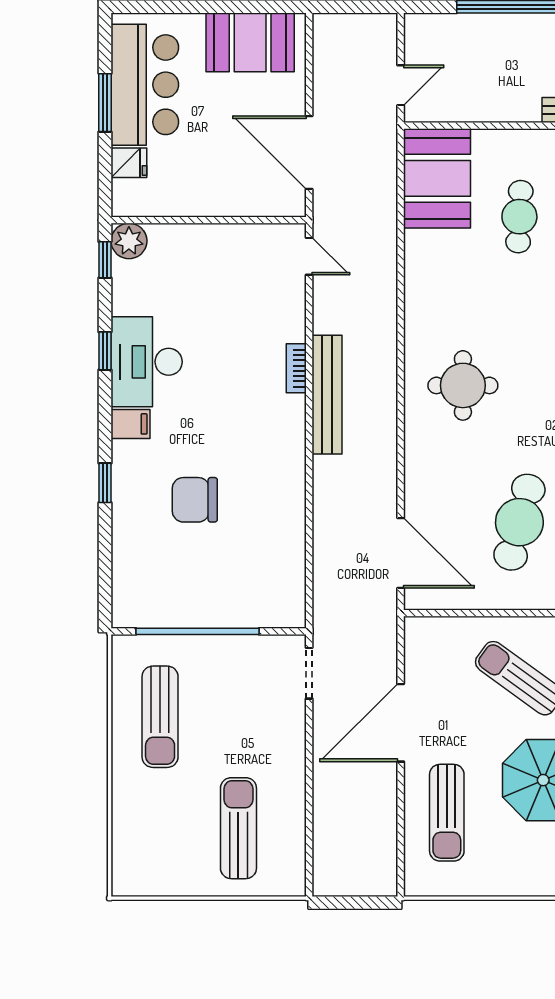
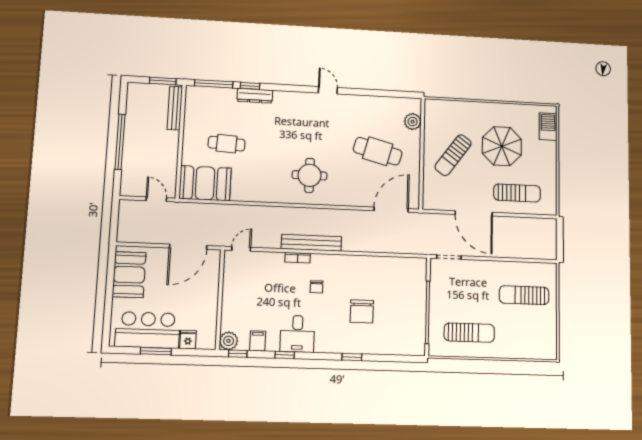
desk: (147, 362) -> (297, 334), width x0.73
chair: (240, 408) -> (317, 287), added
filing cabinet: (130, 424) -> (258, 341), moved

